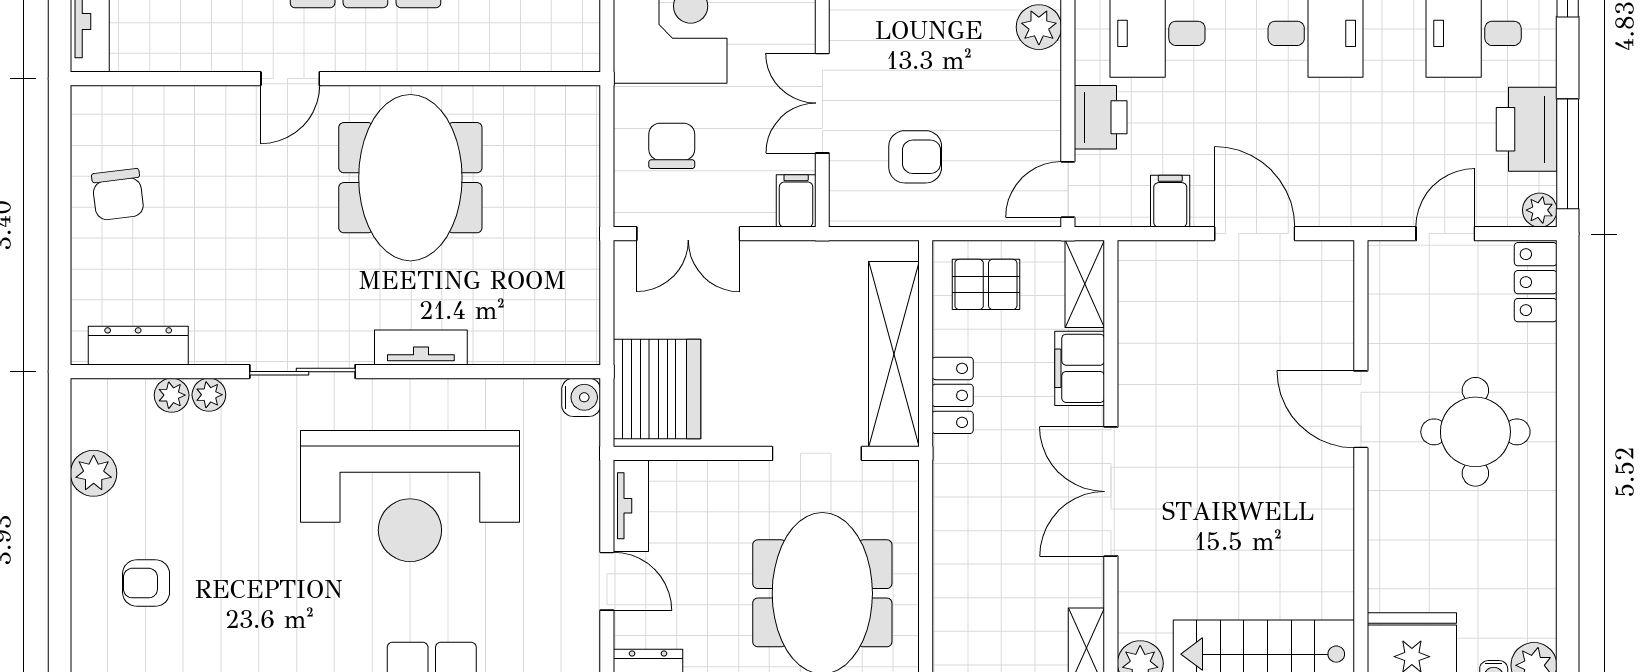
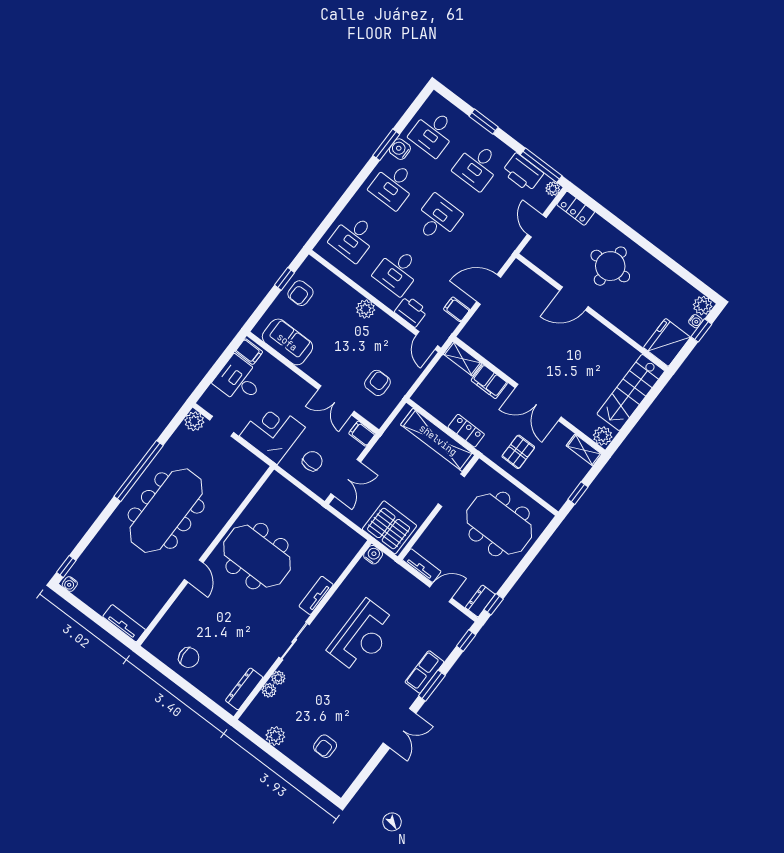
chair: (672, 146) -> (312, 461), turned 90
pallet: (986, 284) -> (518, 452), moved
reception desk: (410, 496) -> (363, 637), width x0.74, depth x0.77

